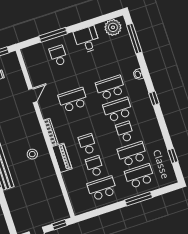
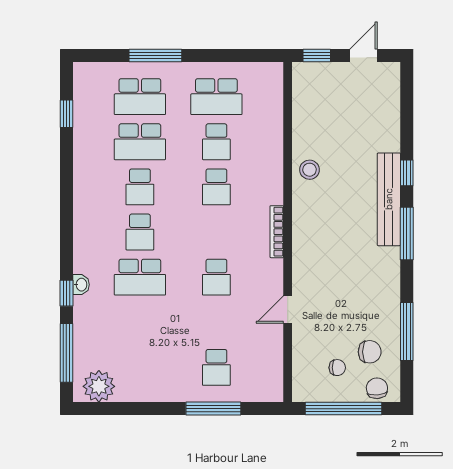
desk: (87, 40) -> (154, 380), removed
window: (154, 98) -> (66, 293), moved
school desk: (73, 100) -> (216, 277), width x0.54
school desk: (118, 110) -> (140, 232), width x0.54
stool: (32, 154) -> (309, 170), moved
piano: (62, 158) -> (272, 177), removed

